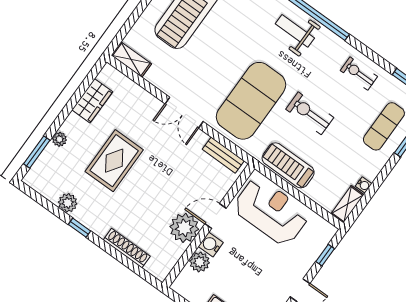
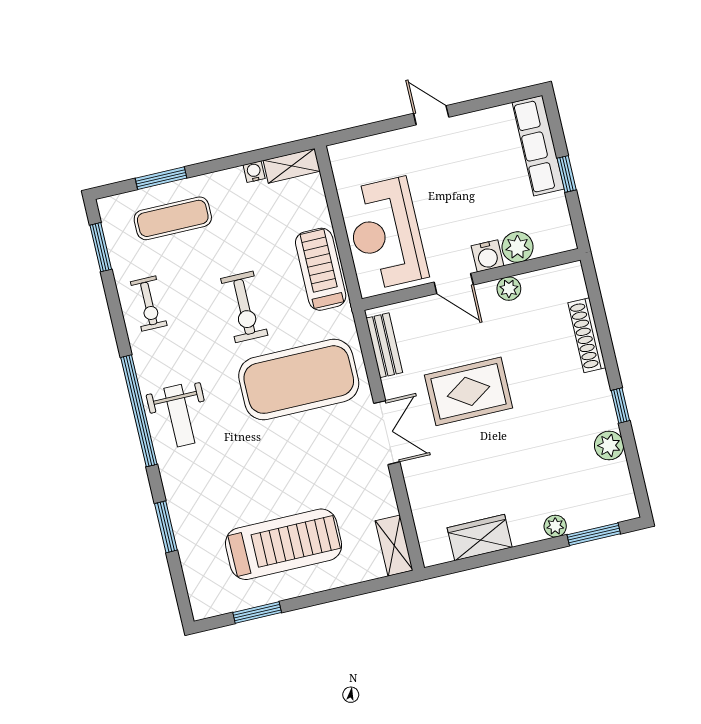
rug: (114, 161) -> (469, 391), moved
treadmill: (288, 165) -> (321, 269), turned 180
plant: (184, 228) -> (509, 289), width x0.53, depth x0.53
window: (325, 255) -> (368, 130), removed

